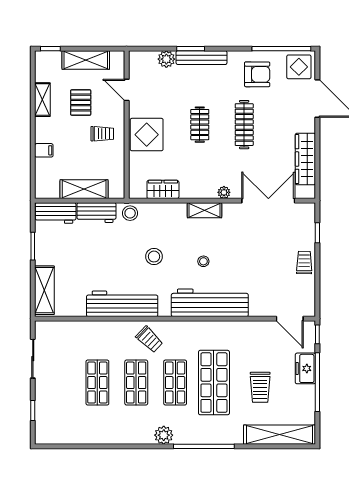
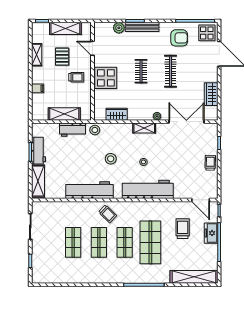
wardrobe: (305, 159) -> (211, 94), width x0.67
workbench: (56, 213) -> (38, 151), moved, turned -90
trolley: (260, 387) -> (183, 229), moved, turned 180
plant: (164, 435) -> (117, 277), removed

